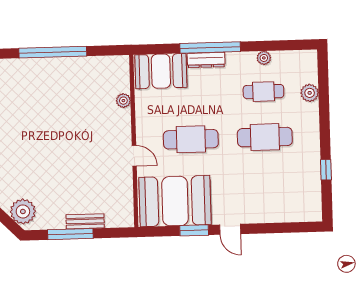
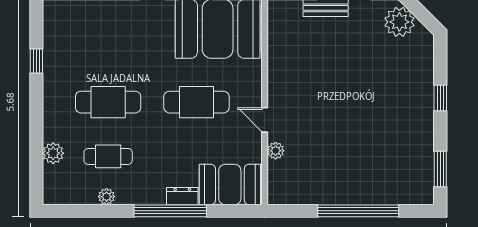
dresser: (206, 60) -> (182, 196), width x0.70
door: (134, 156) -> (265, 120), moved

